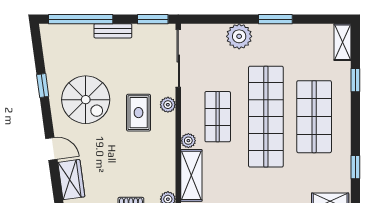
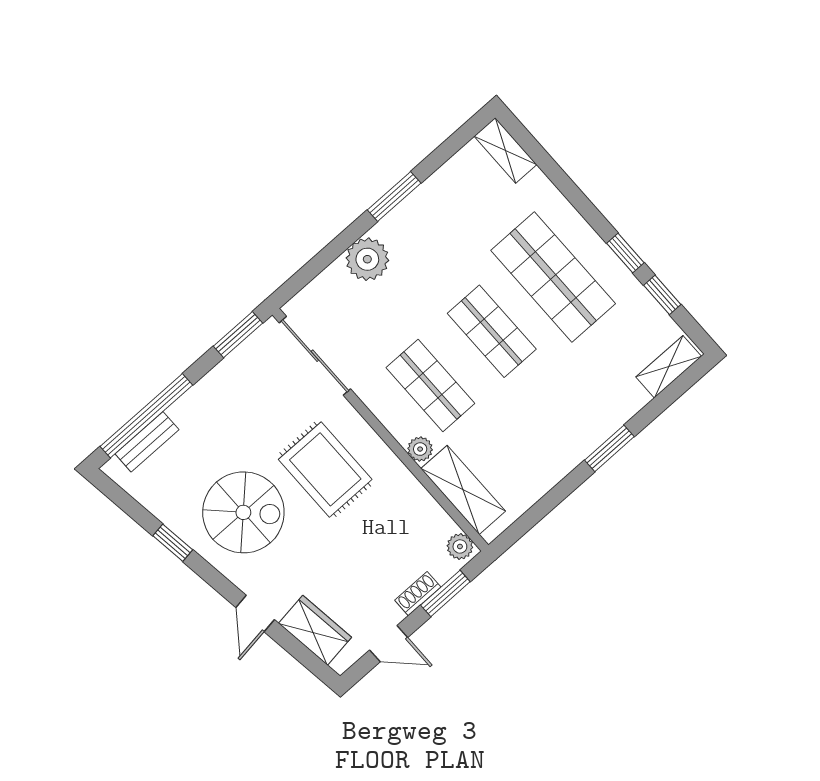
bench: (113, 31) -> (147, 442), moved
window: (355, 80) -> (625, 253), moved
plant: (168, 105) -> (354, 426), removed
rug: (139, 113) -> (325, 469), width x1.36, depth x1.43
shop shelf: (266, 117) -> (492, 331), width x0.50, depth x0.74
door: (51, 149) -> (255, 614), swing flipped

